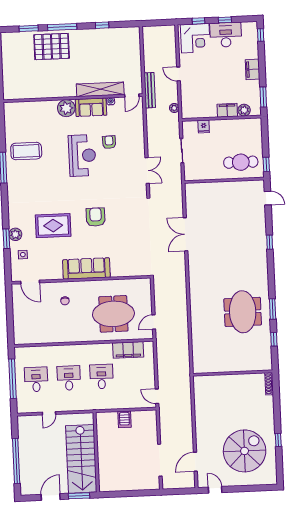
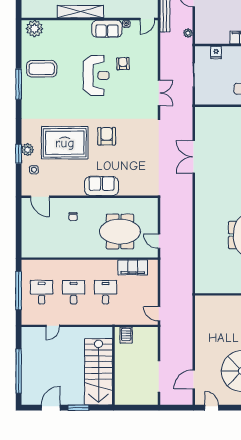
shelving: (100, 89) -> (80, 12), moved
plant: (66, 108) -> (34, 29), moved
rug: (53, 226) -> (65, 143), width x1.37, depth x1.44
sofa: (86, 268) -> (102, 186), width x0.73
door: (154, 322) -> (159, 241), hinge flipped
wall: (96, 452) -> (113, 366), moved
stairs: (81, 459) -> (99, 372), moved

